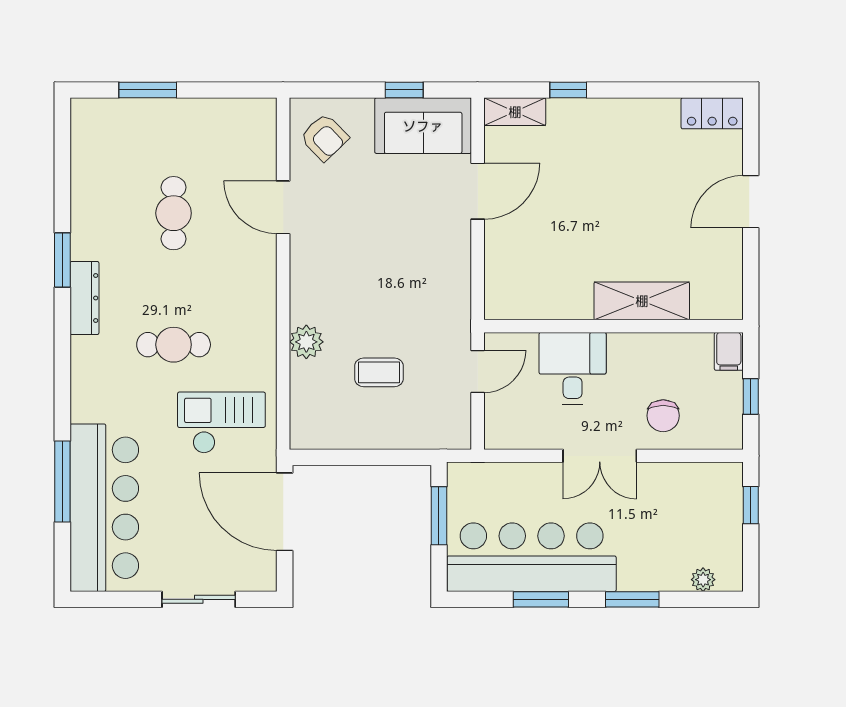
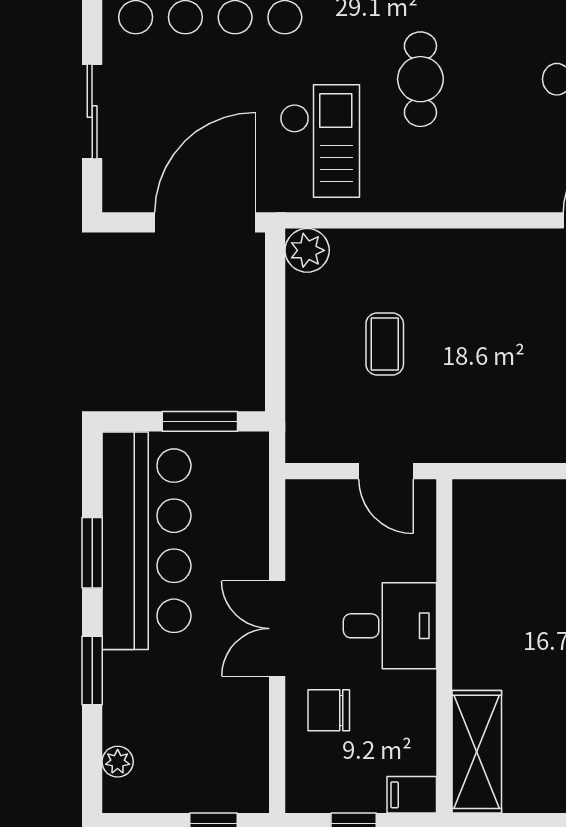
shelving: (642, 301) -> (477, 752), moved
plant: (306, 342) -> (307, 250), moved
desk: (573, 368) -> (390, 626), moved

